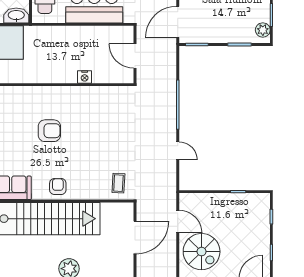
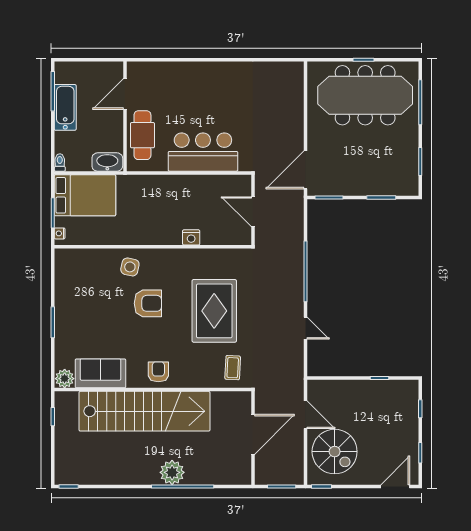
plant: (263, 30) -> (410, 180), removed
side table: (35, 101) -> (130, 267), added
rug: (103, 137) -> (214, 311), added

